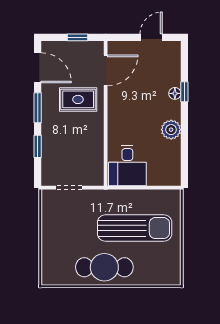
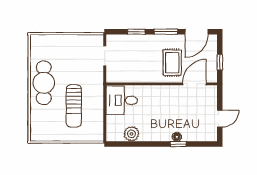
door: (151, 37) -> (220, 119), hinge flipped
door: (106, 70) -> (195, 84), swing flipped
plant: (171, 130) -> (132, 134), moved
sun lounger: (135, 228) -> (74, 106), width x0.73, depth x0.75

